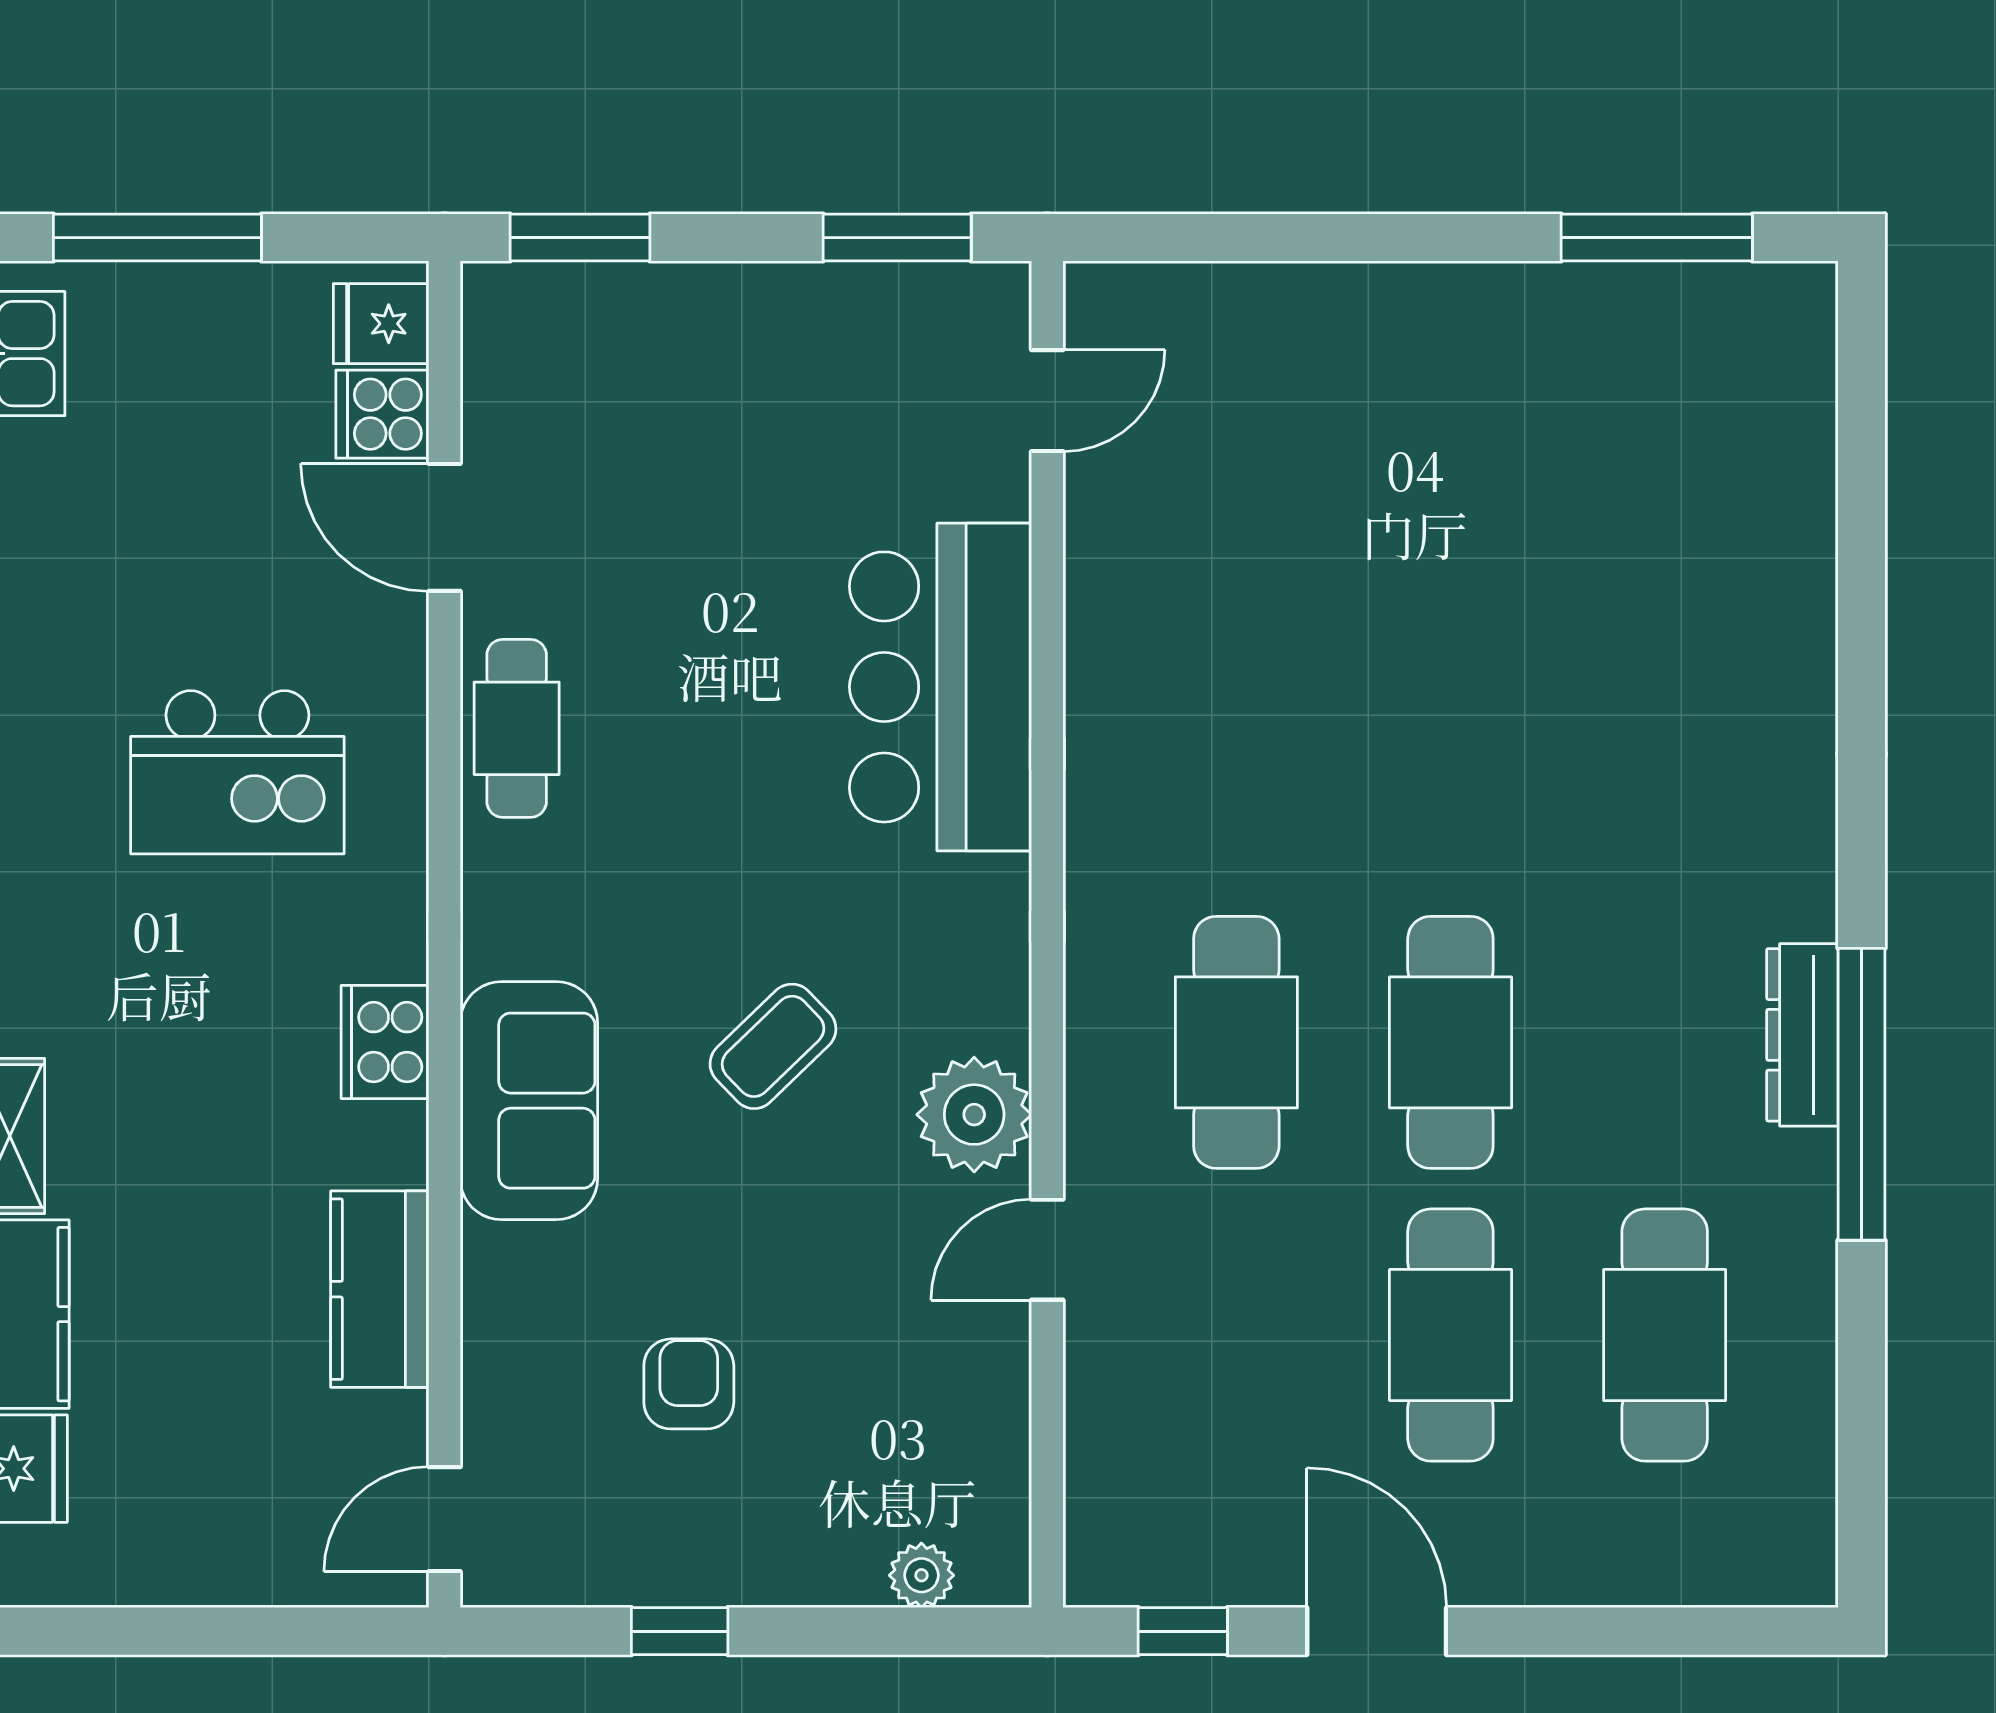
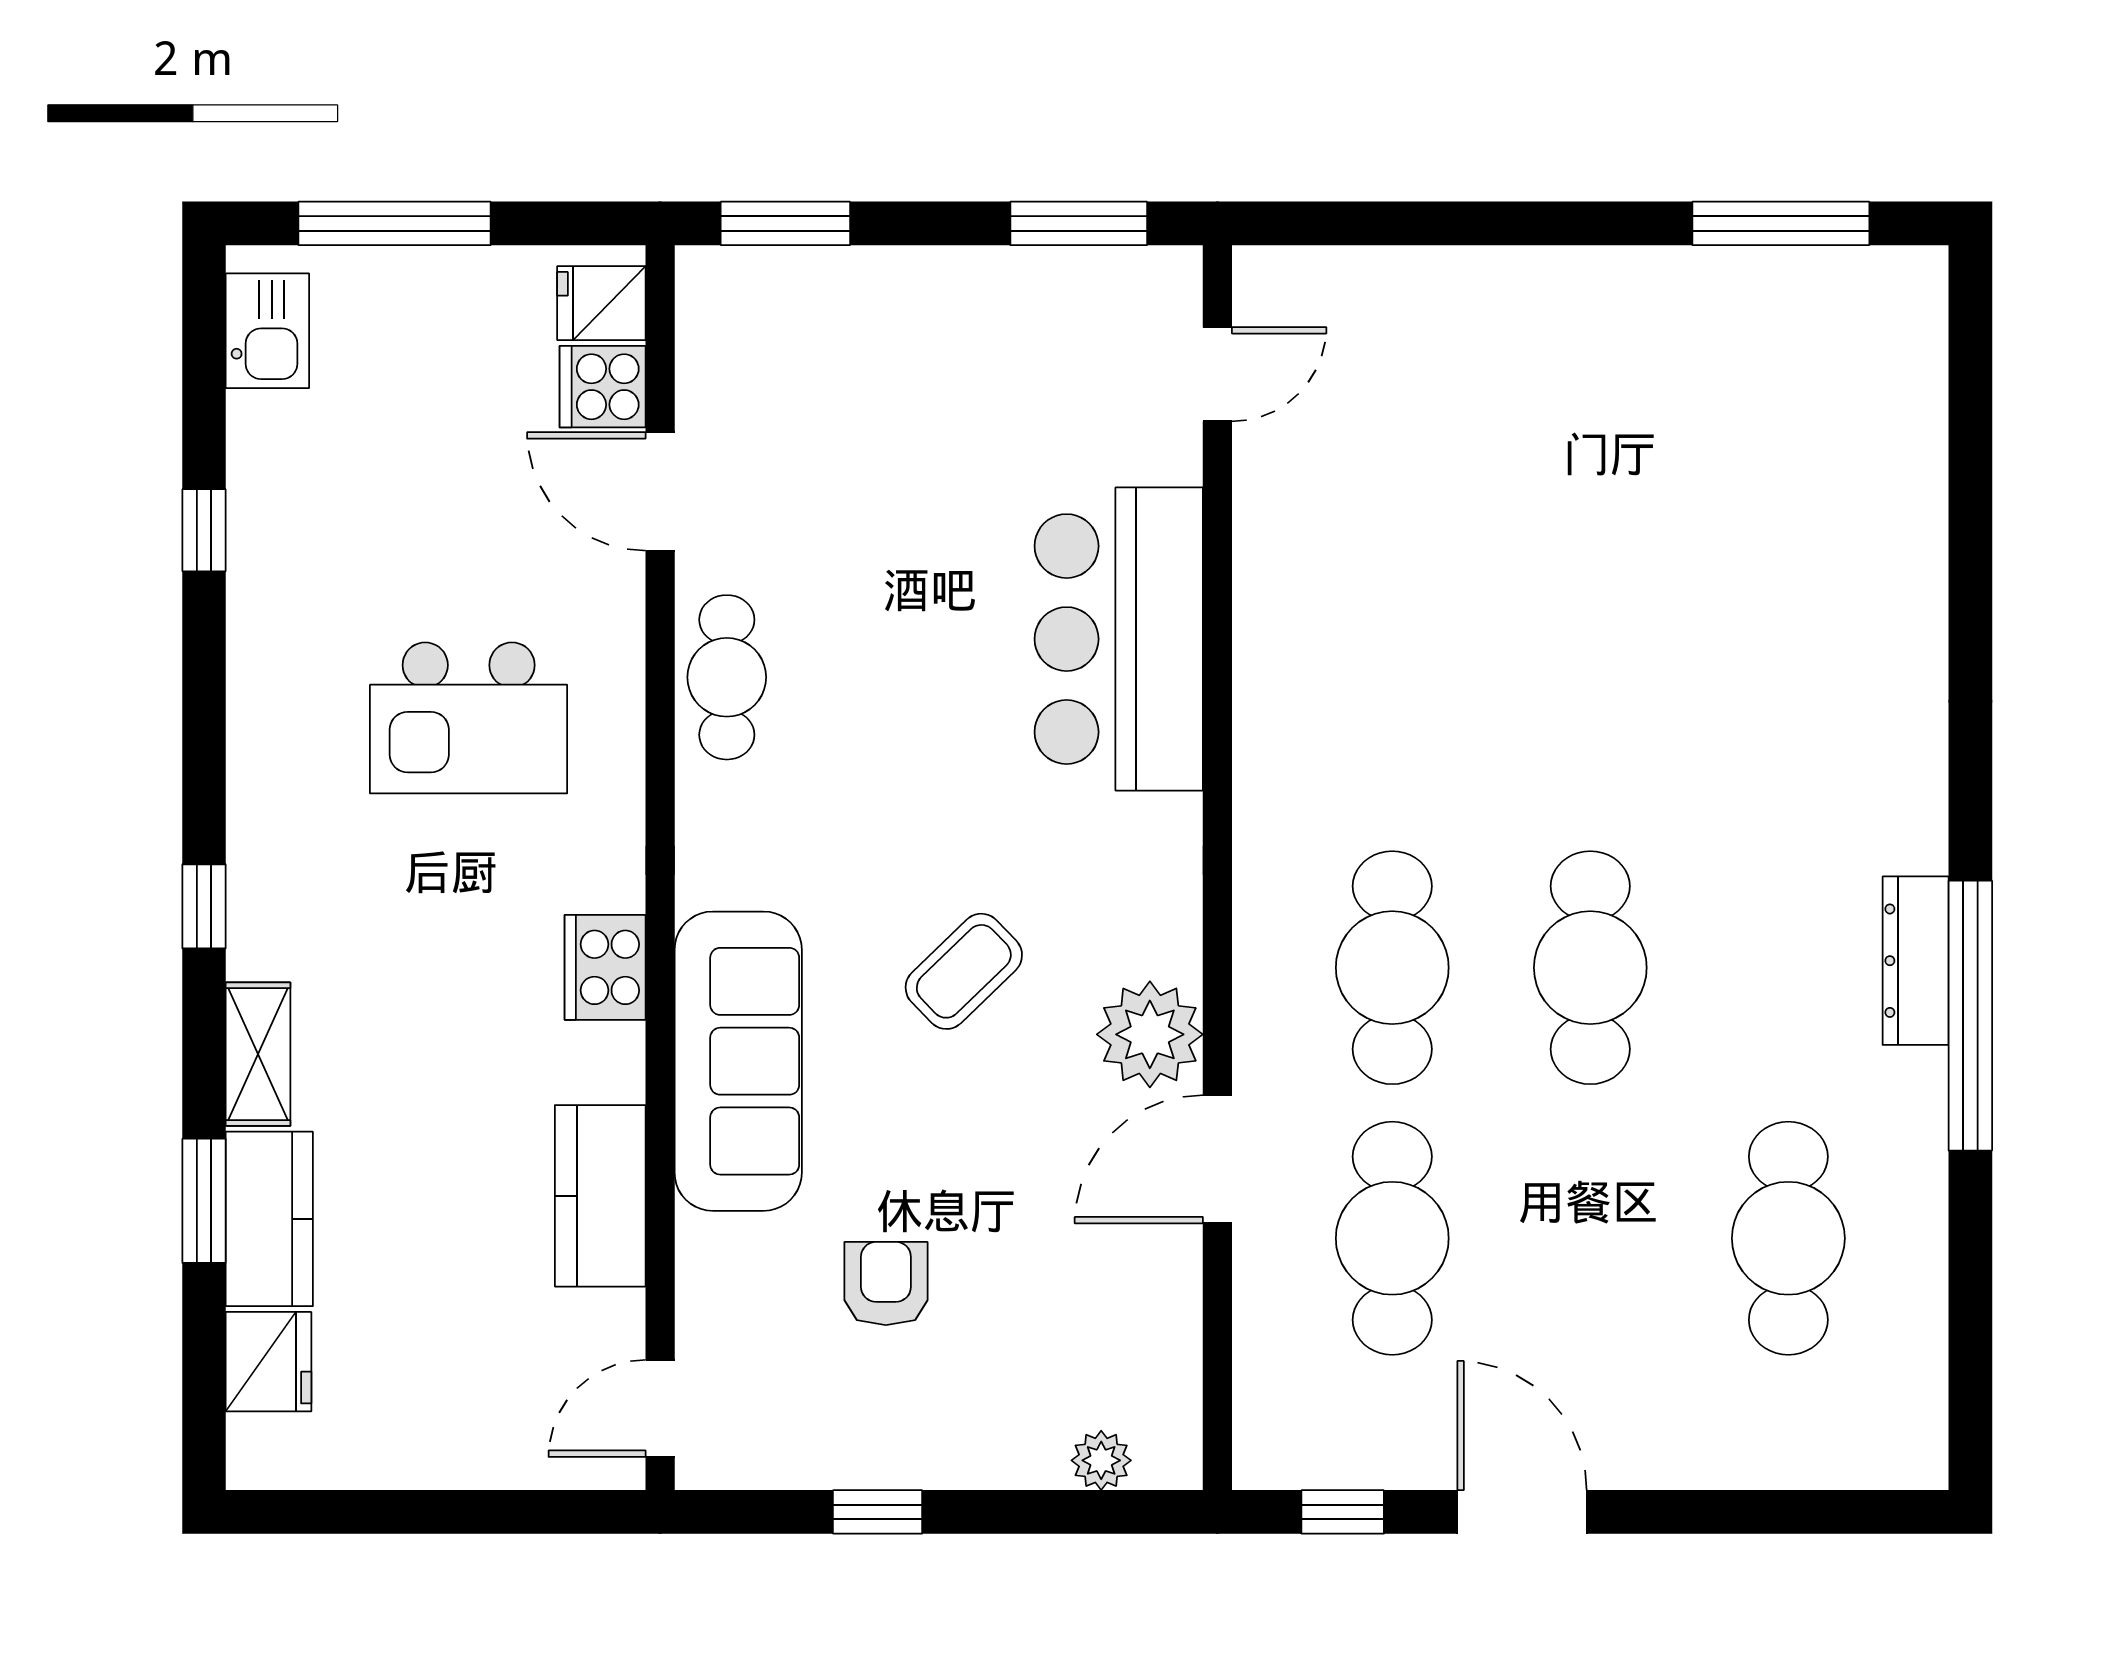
sofa: (529, 1101) -> (738, 1061), width x1.36
door: (1047, 1250) -> (1217, 1159), width x1.38
cafe table: (1450, 1335) -> (1392, 1238), moved

